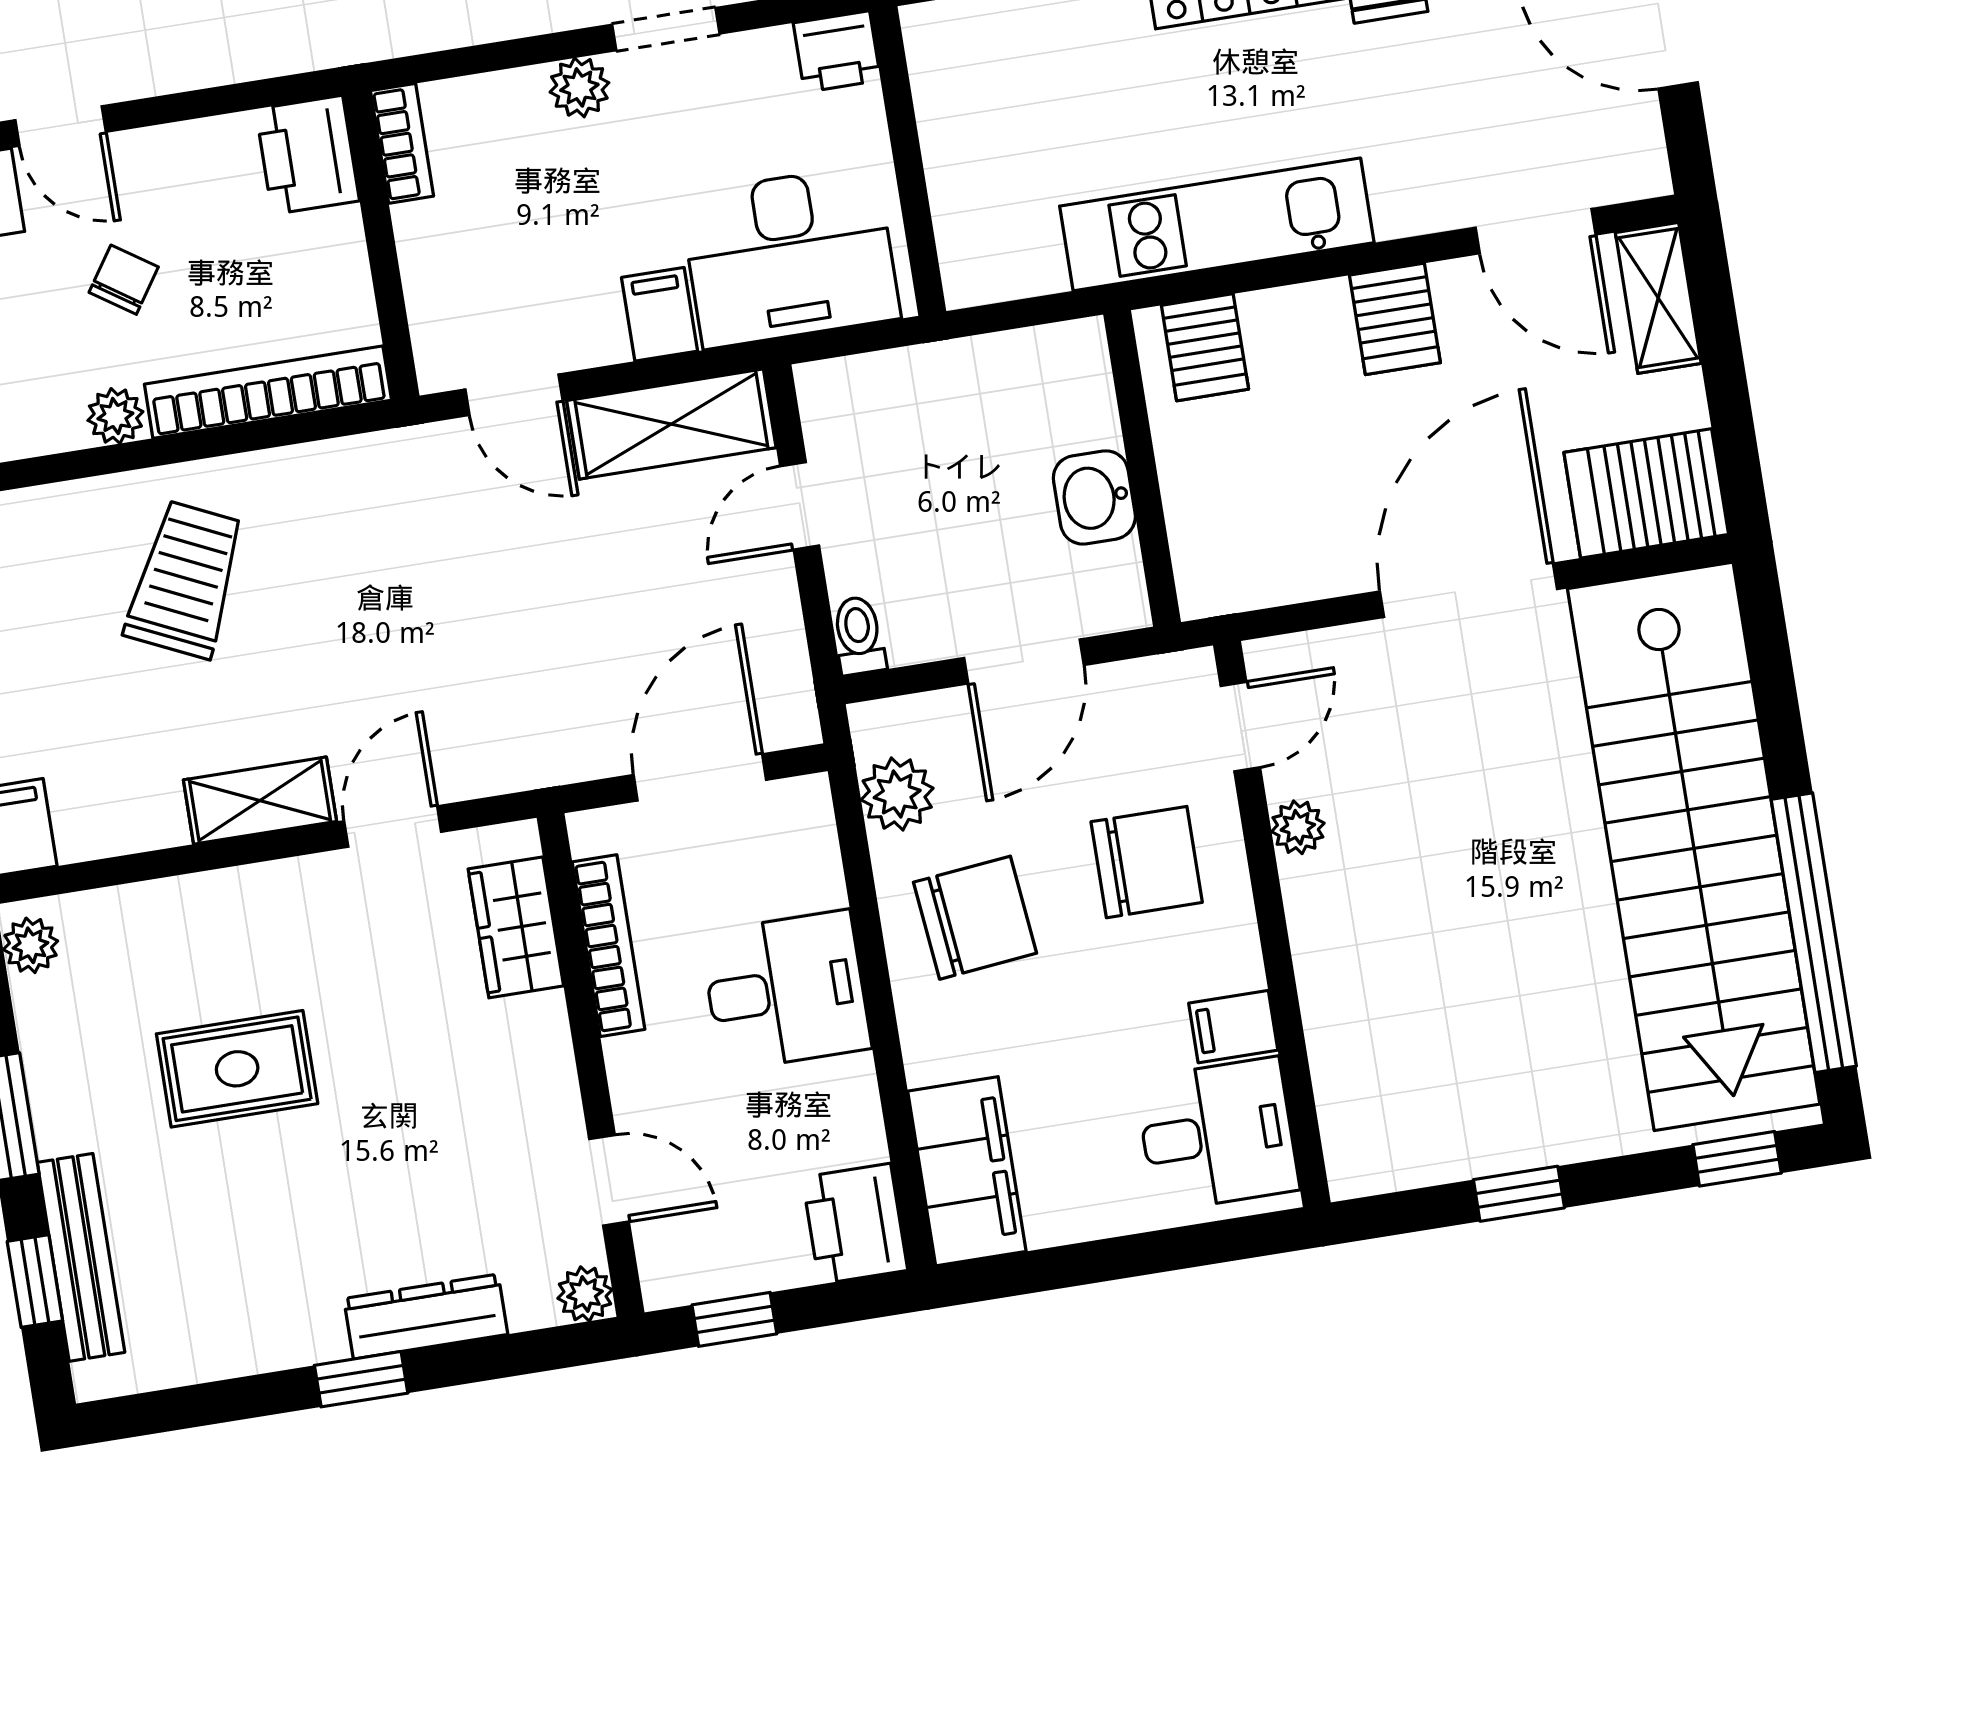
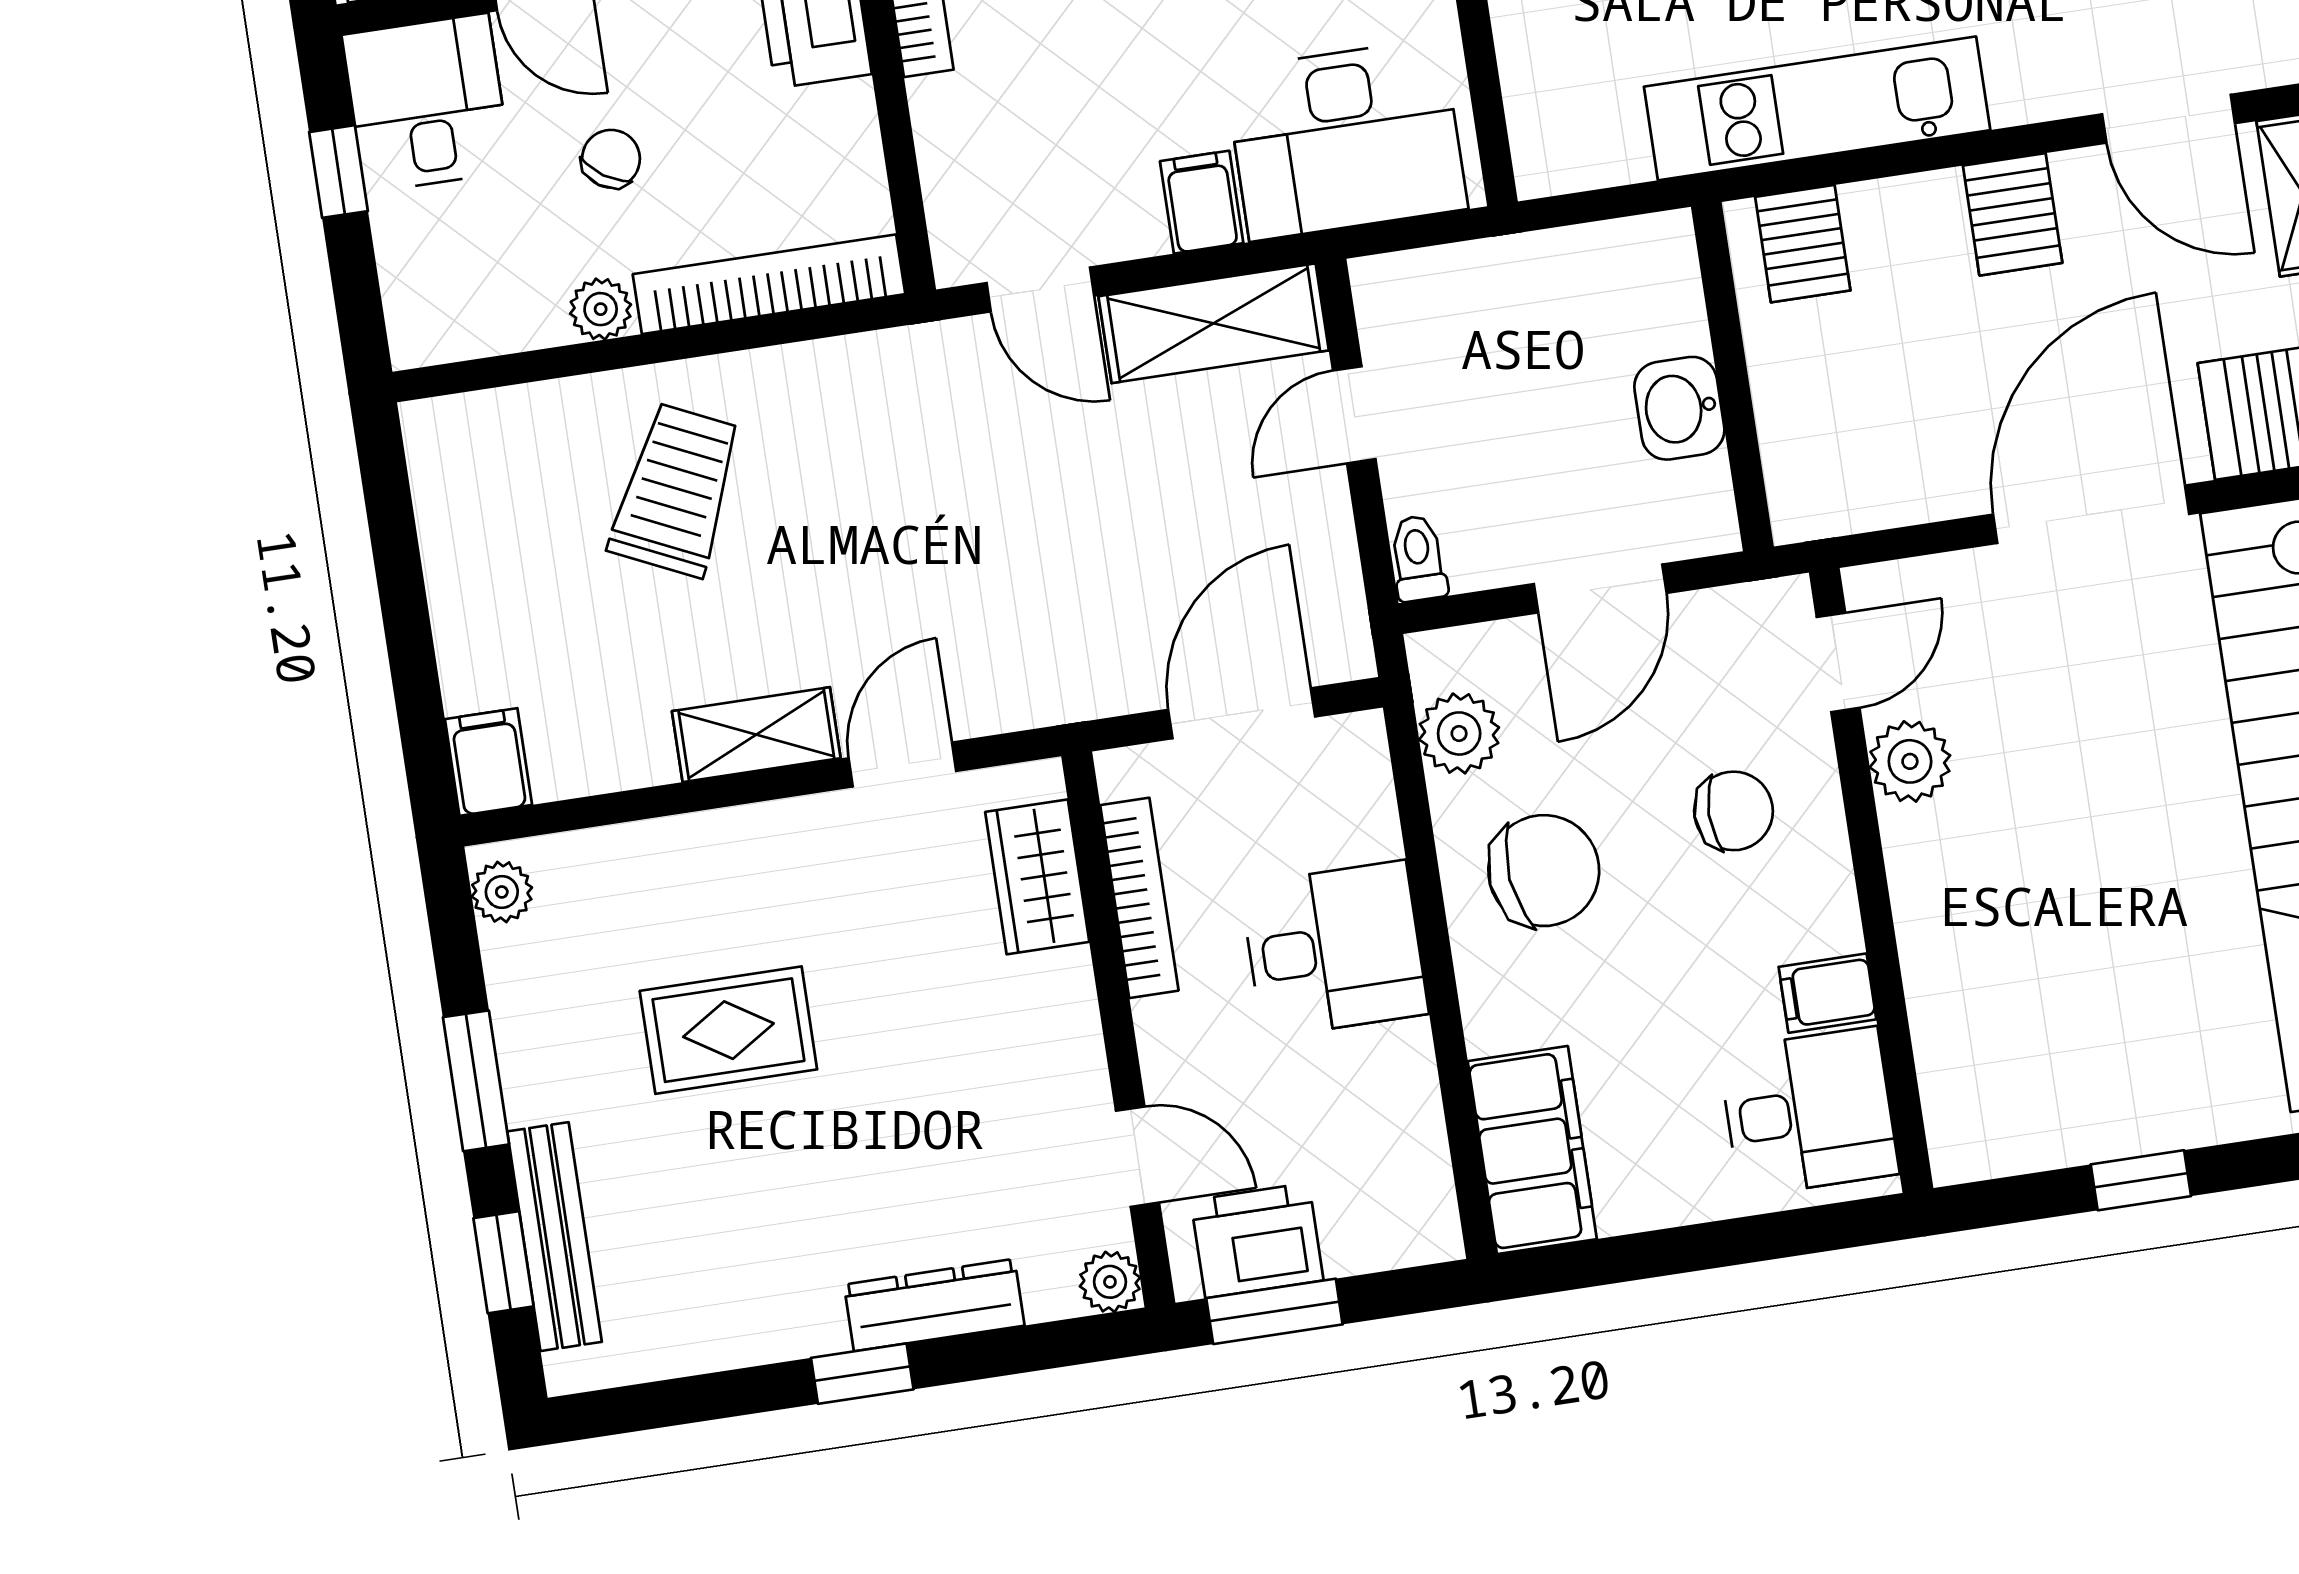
plant: (1298, 827) -> (1910, 761), width x1.38, depth x1.38
chair: (1147, 862) -> (1734, 811), width x0.73, depth x0.73
printer: (855, 1224) -> (1257, 1240), moved, turned 90
window: (734, 1319) -> (1274, 1311), width x1.50

